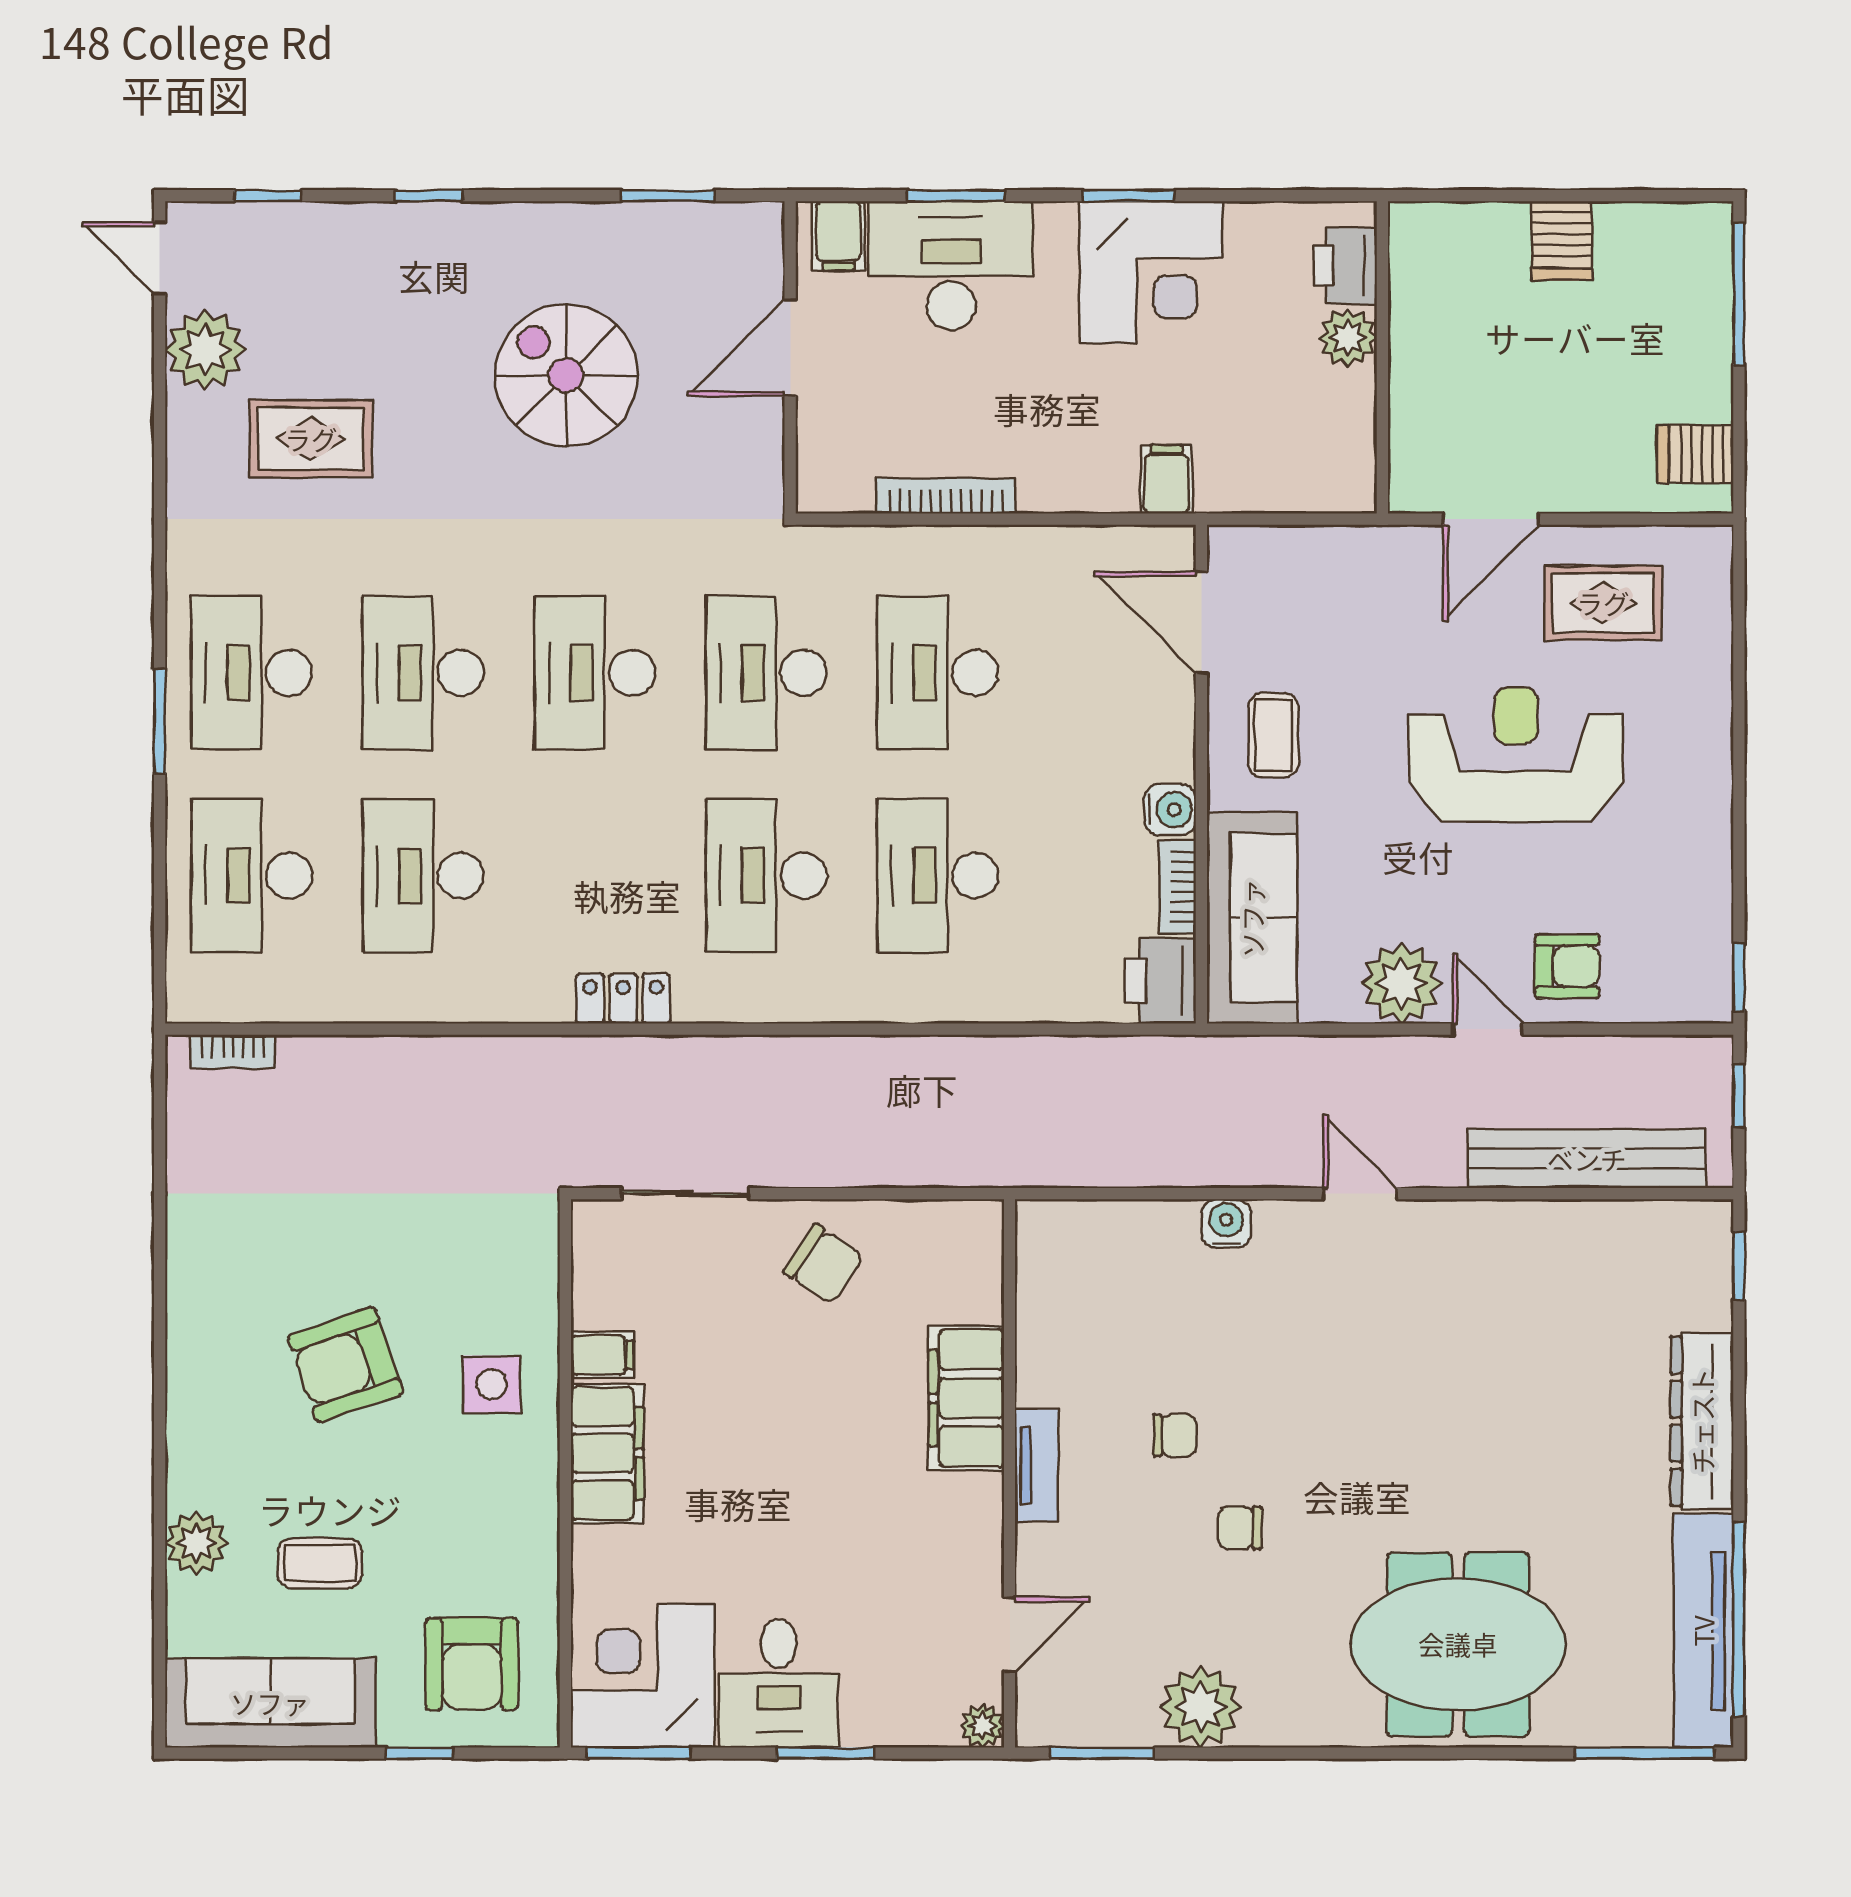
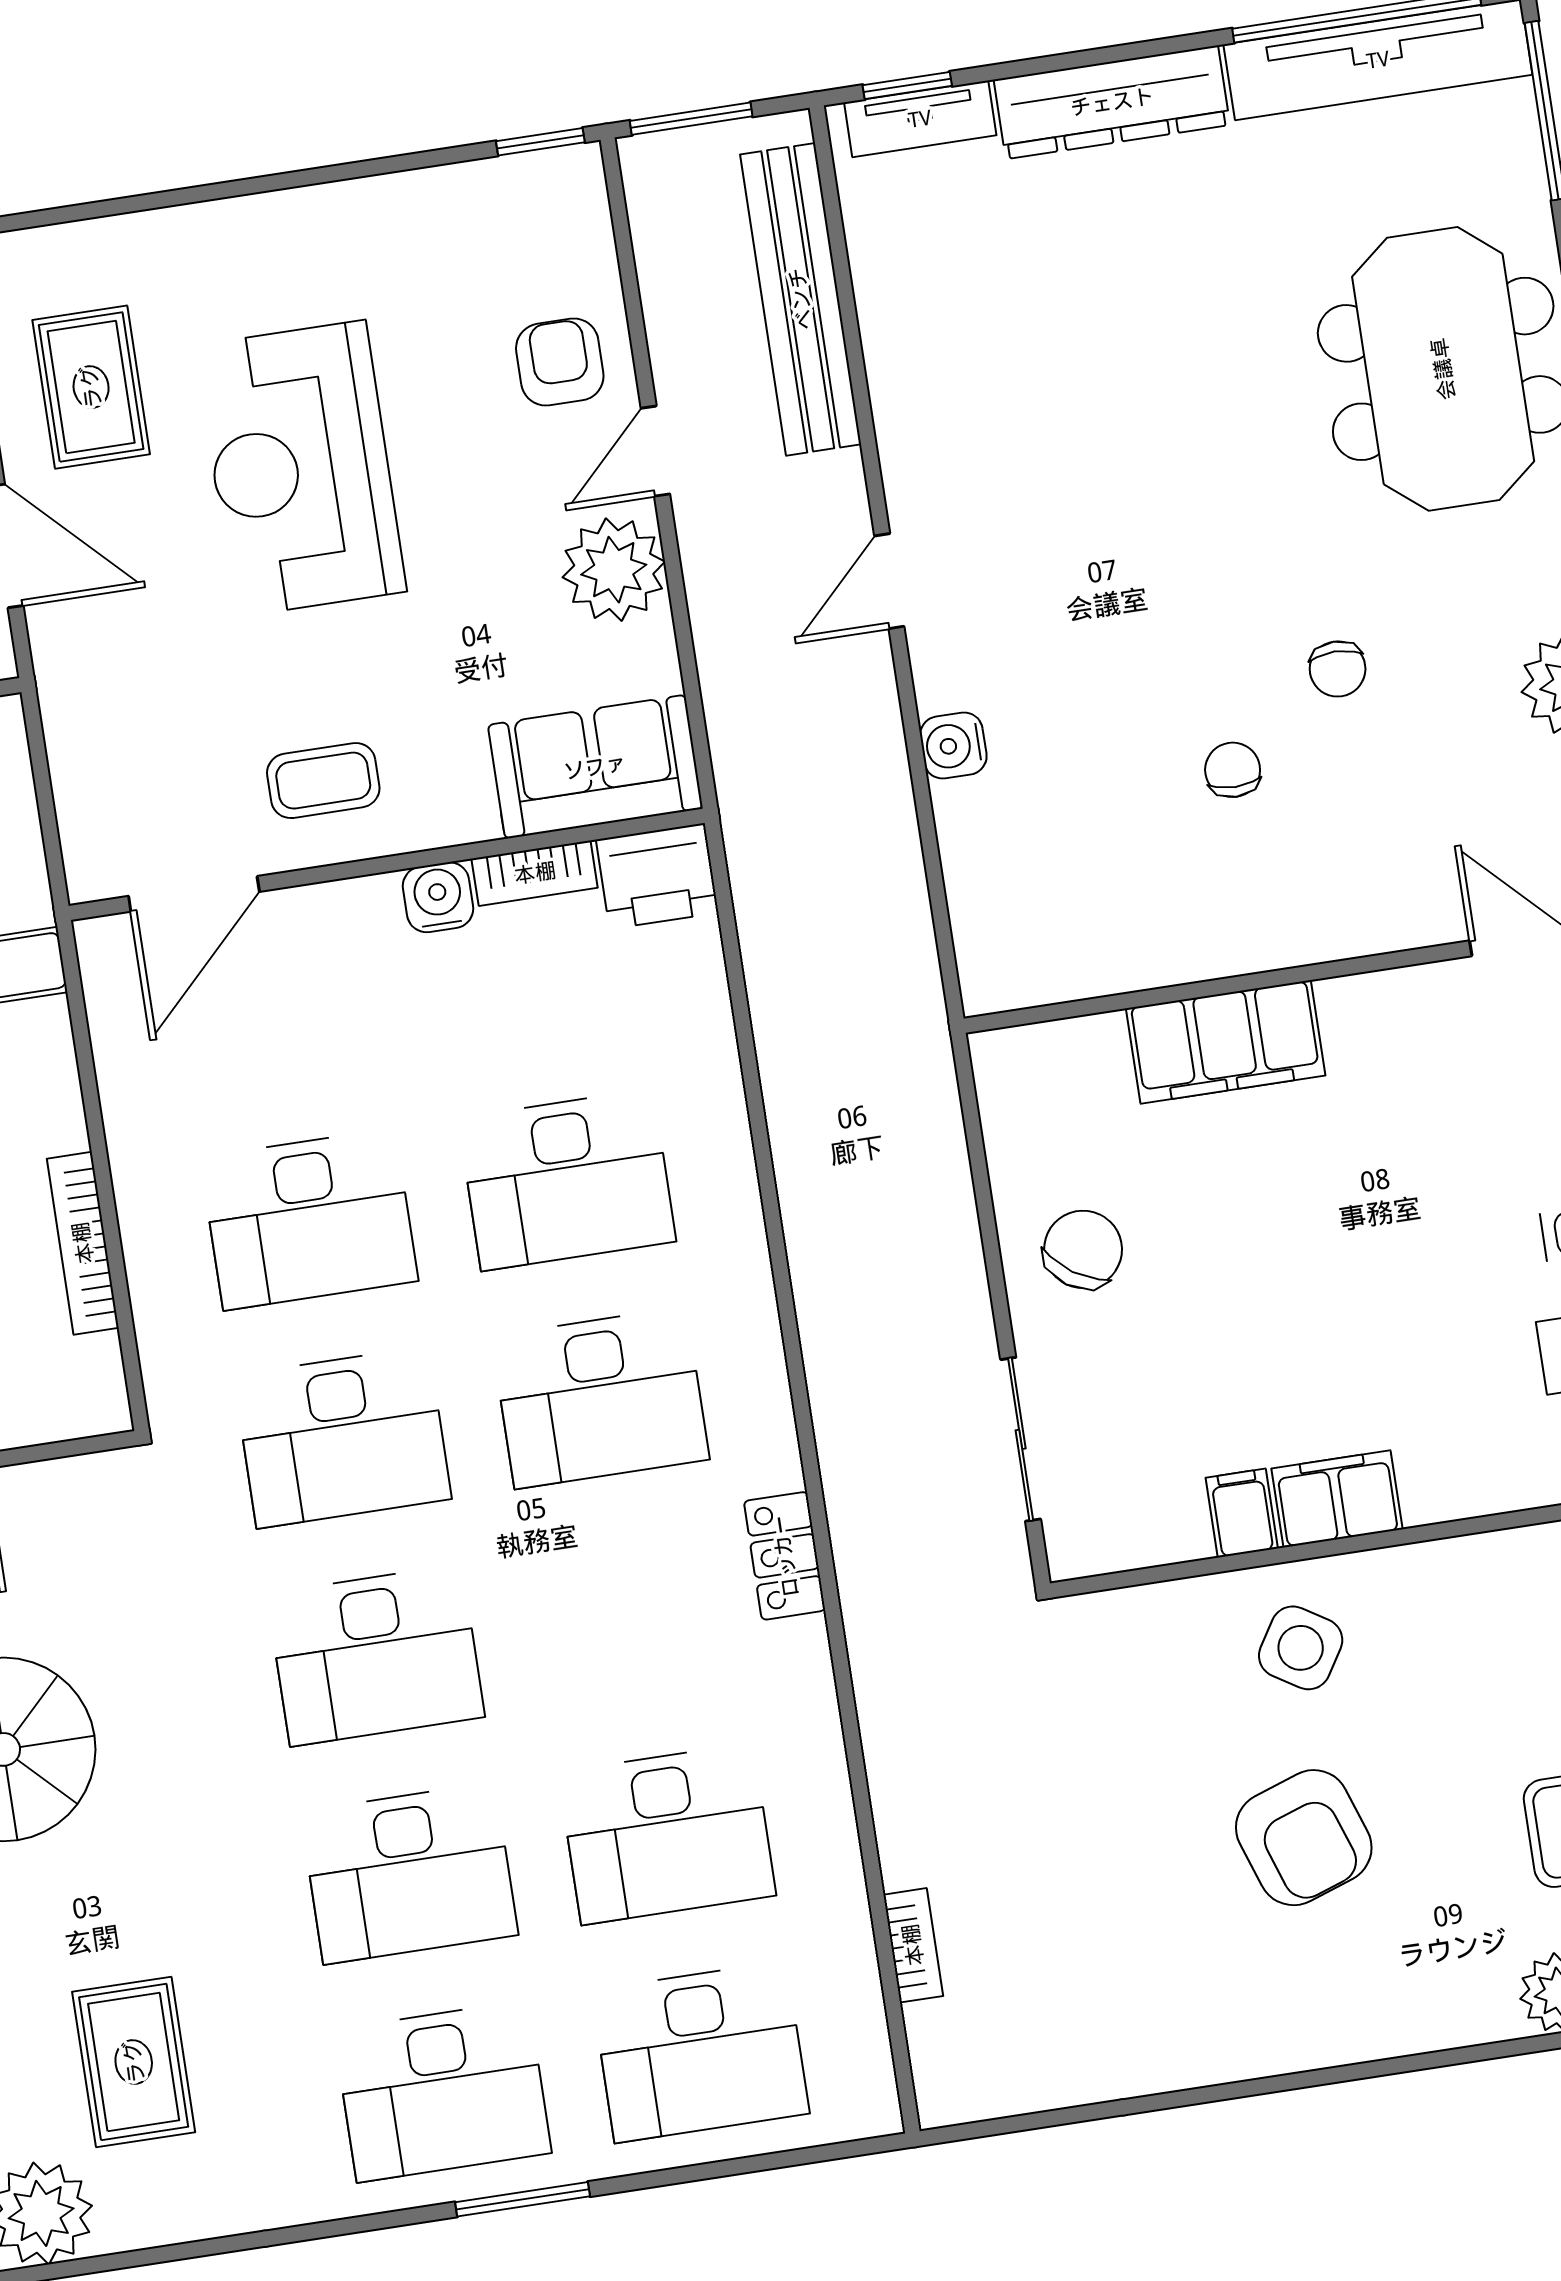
sofa: (1252, 918) -> (595, 767), width x0.73
bookcase: (233, 1052) -> (913, 1945), moved
window: (1739, 1096) -> (691, 119), width x1.50
side table: (492, 1384) -> (1301, 1648), turned 32
filing cabinet: (607, 1453) -> (1337, 1499), width x0.67, depth x0.86
tv unit: (1037, 1465) -> (920, 119), moved, turned 180

